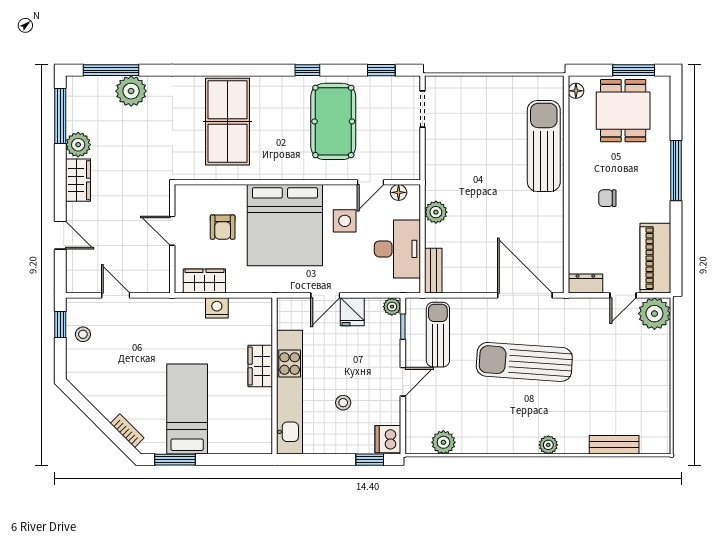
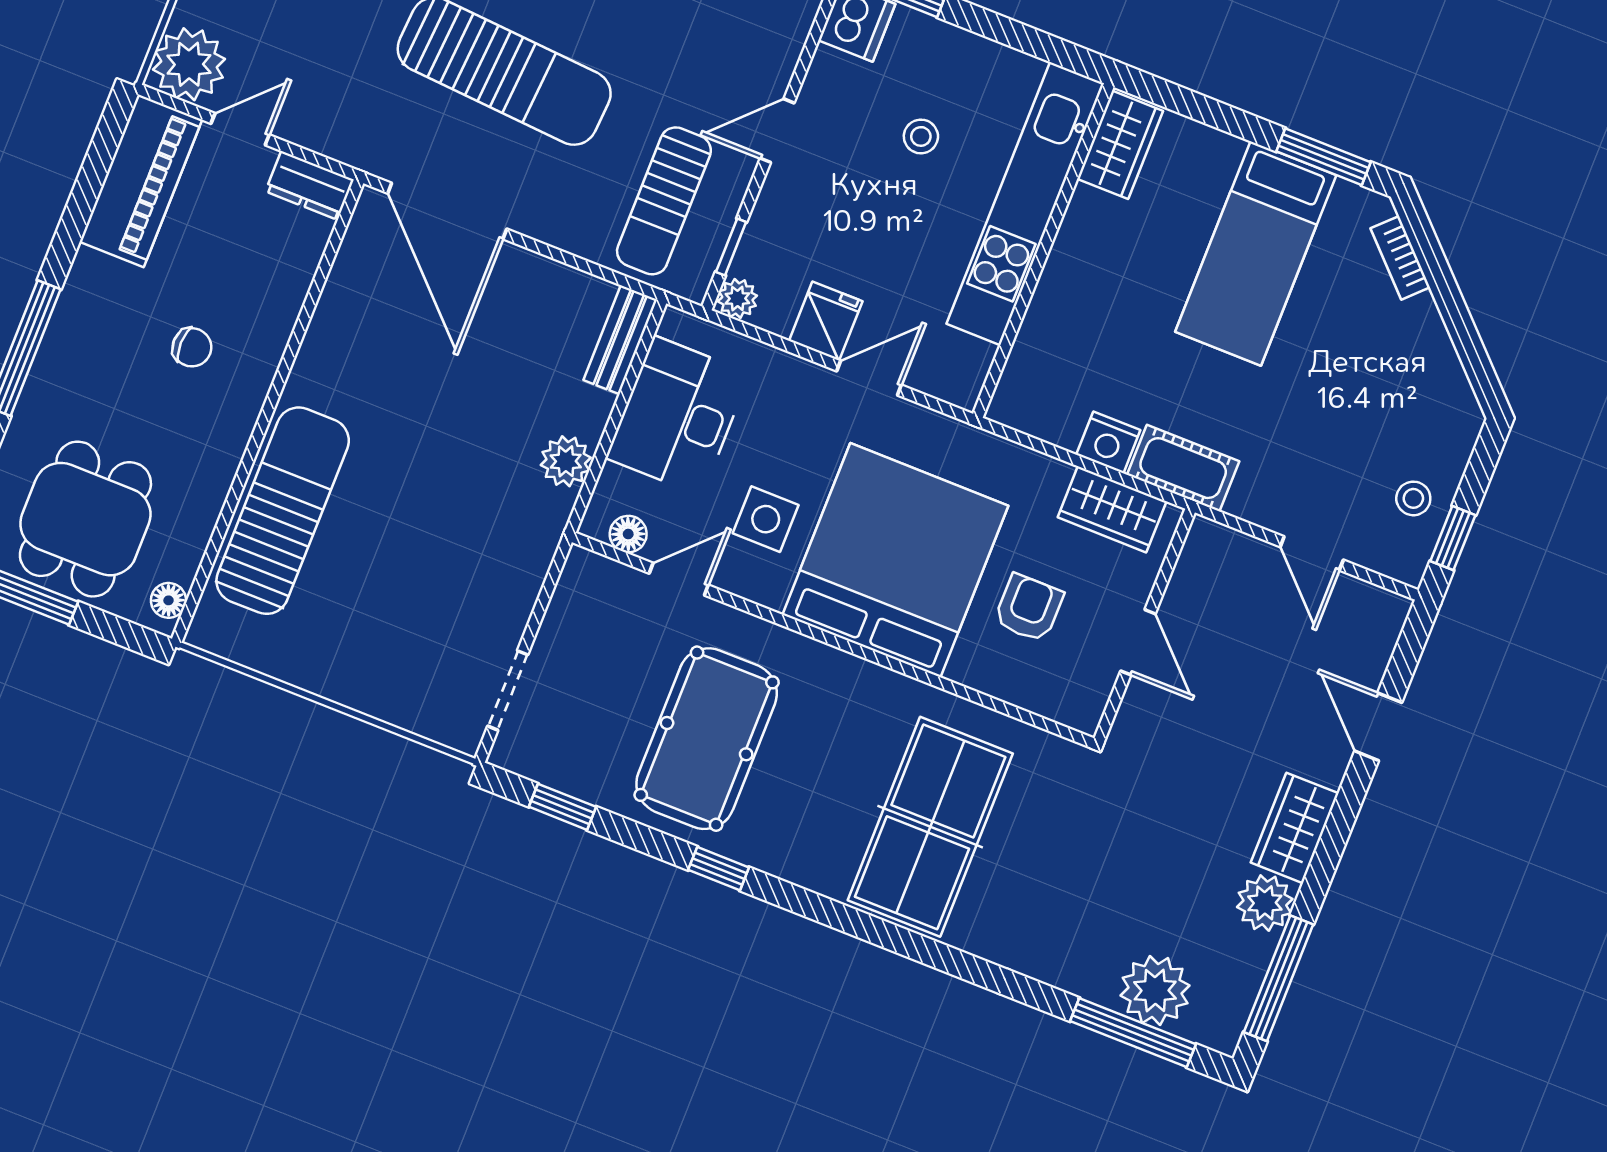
plant: (131, 91) -> (1155, 990), moved
sun lounger: (544, 146) -> (283, 511), turned 180
cot: (182, 309) -> (1183, 468), added
wardrobe: (260, 366) -> (1120, 145), moved

